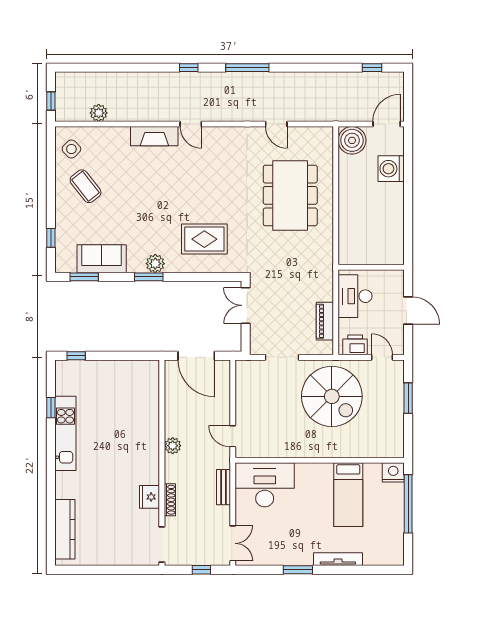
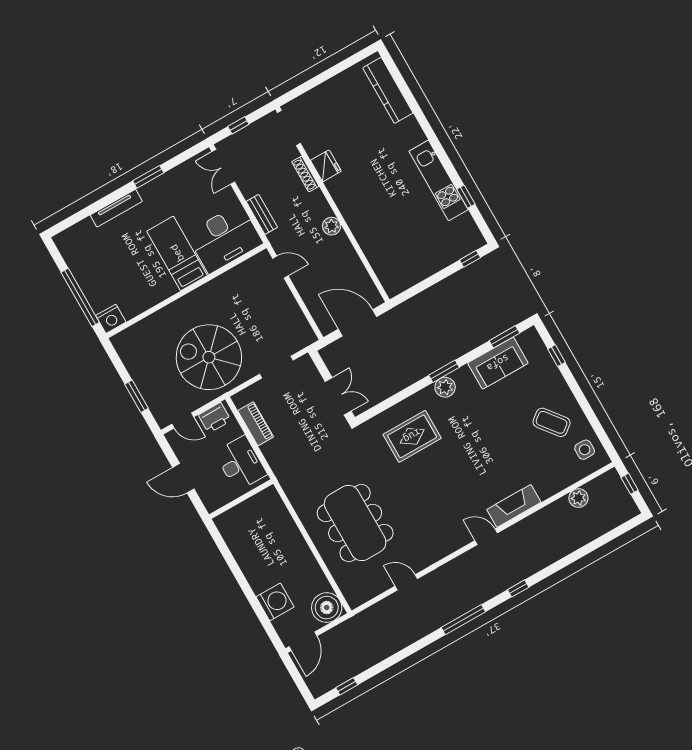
side table: (71, 149) -> (585, 450), turned 45
bed: (348, 495) -> (177, 253), moved

